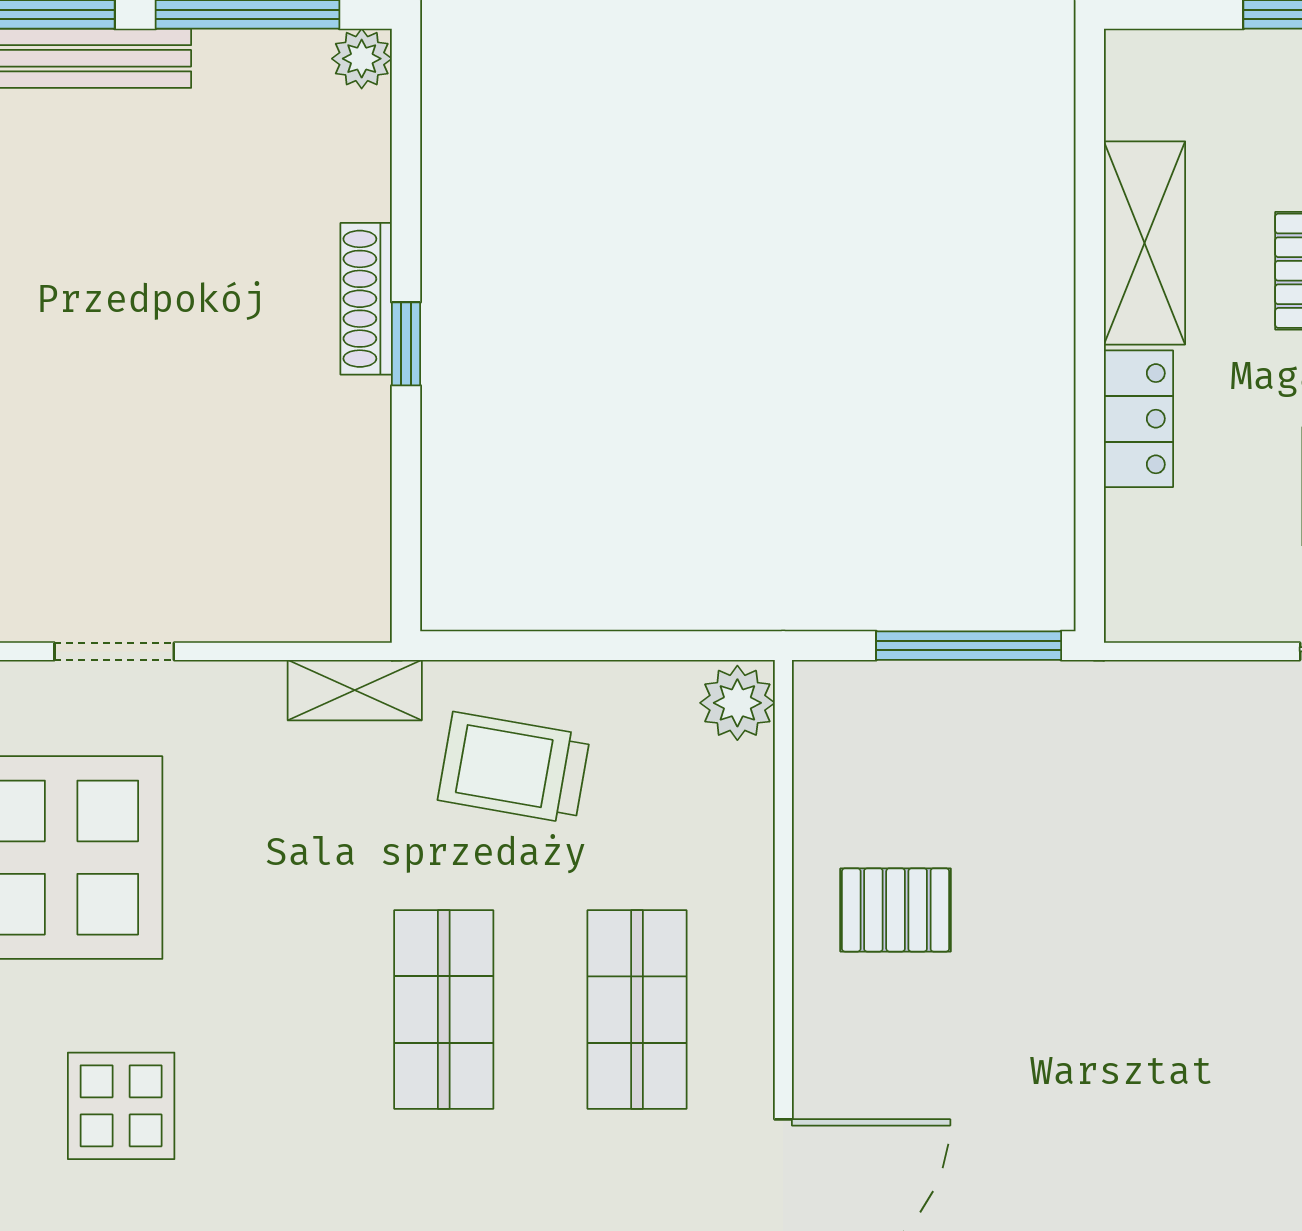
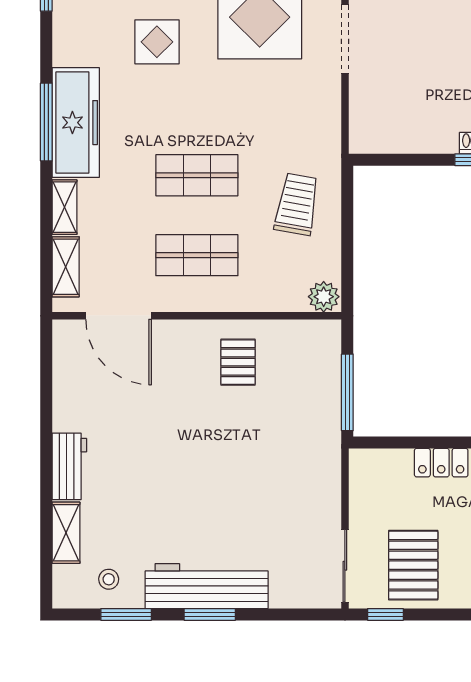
doorway: (114, 651) -> (345, 39), width x1.38
shelving: (355, 690) -> (329, 138), removed

